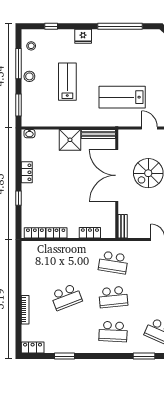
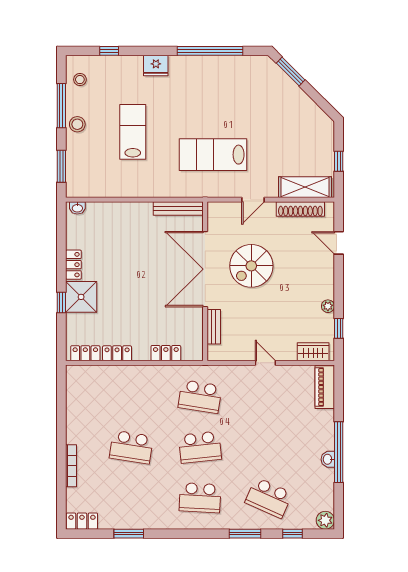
door: (149, 128) -> (253, 200), swing flipped
shower: (70, 140) -> (81, 297), moved
bench: (123, 226) -> (214, 327), moved
school desk: (66, 297) -> (131, 447), turned 30

